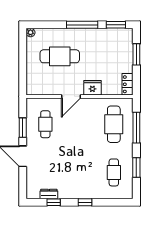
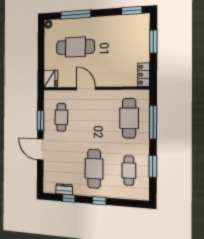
window: (82, 25) -> (76, 15), moved
fridge: (92, 88) -> (51, 79), moved, turned 90
door: (71, 96) -> (86, 89), swing flipped
cafe table: (80, 172) -> (94, 169), added

